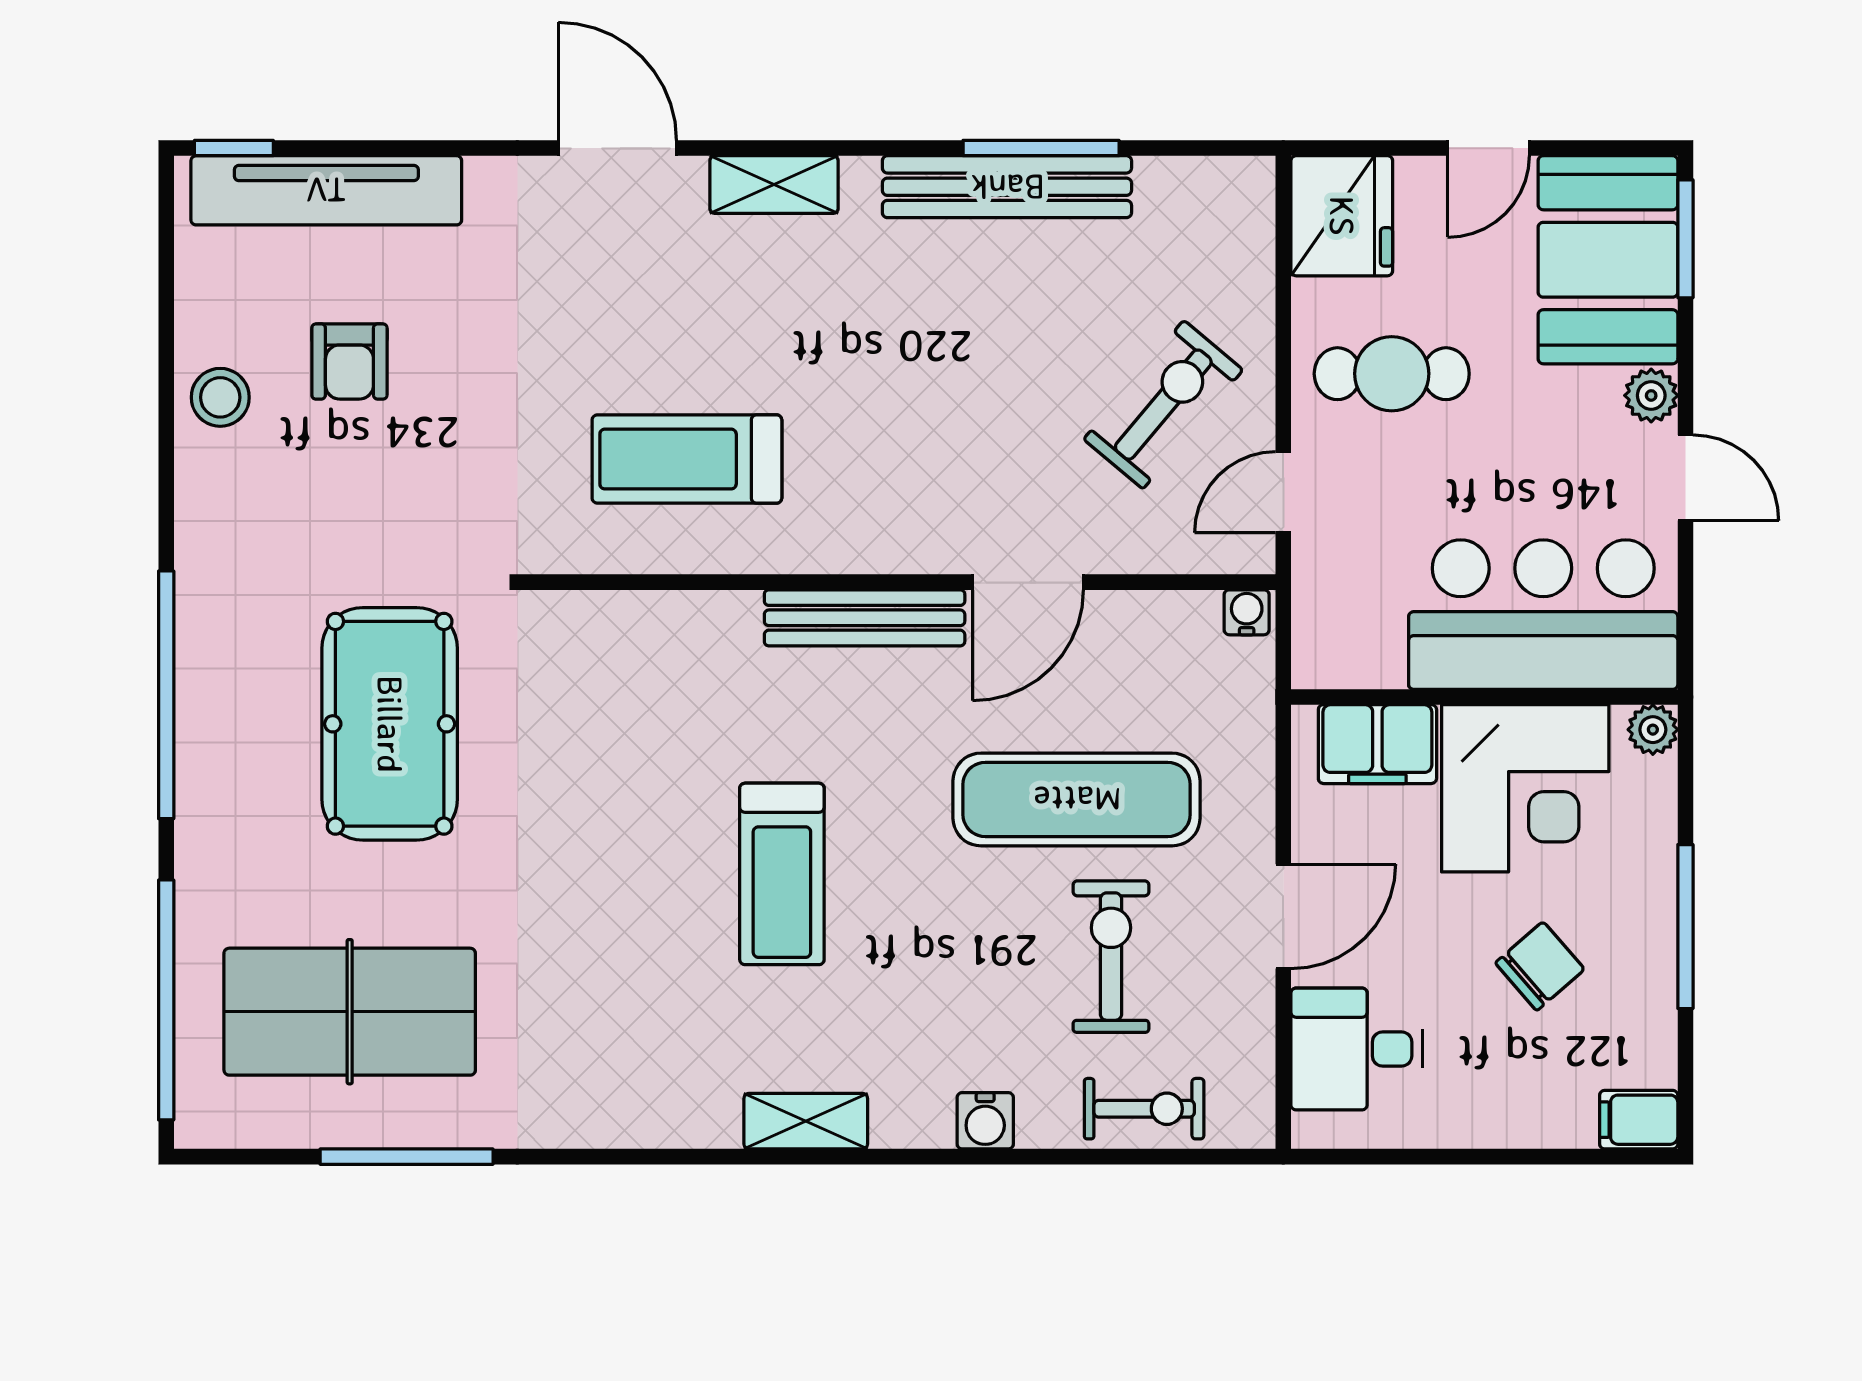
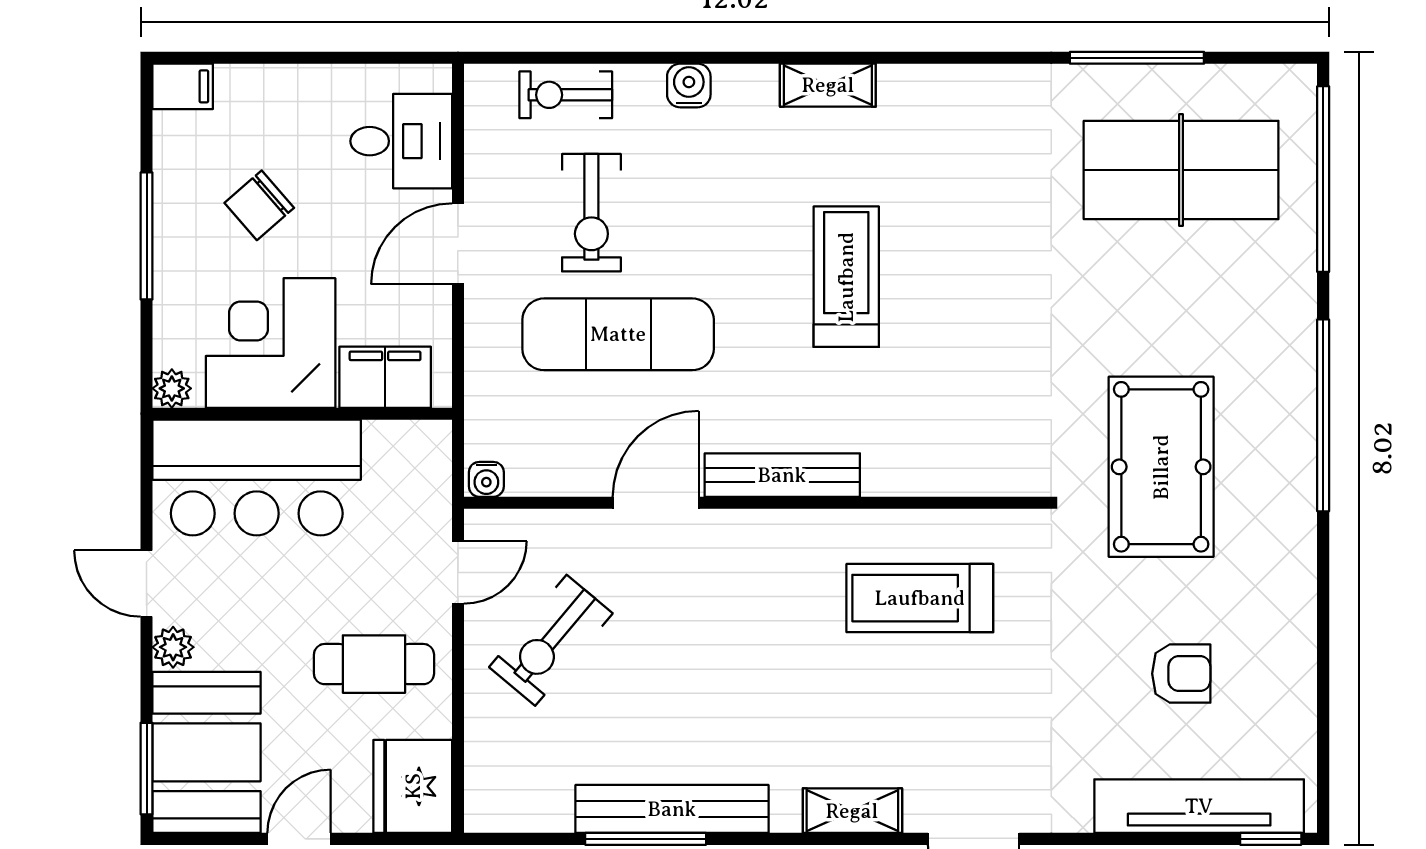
armchair: (349, 362) -> (1181, 674), turned 90
stool: (220, 397) -> (1281, 646), removed
treadmill: (687, 459) -> (920, 598), turned 180
pool table: (390, 724) -> (1161, 467), moved

